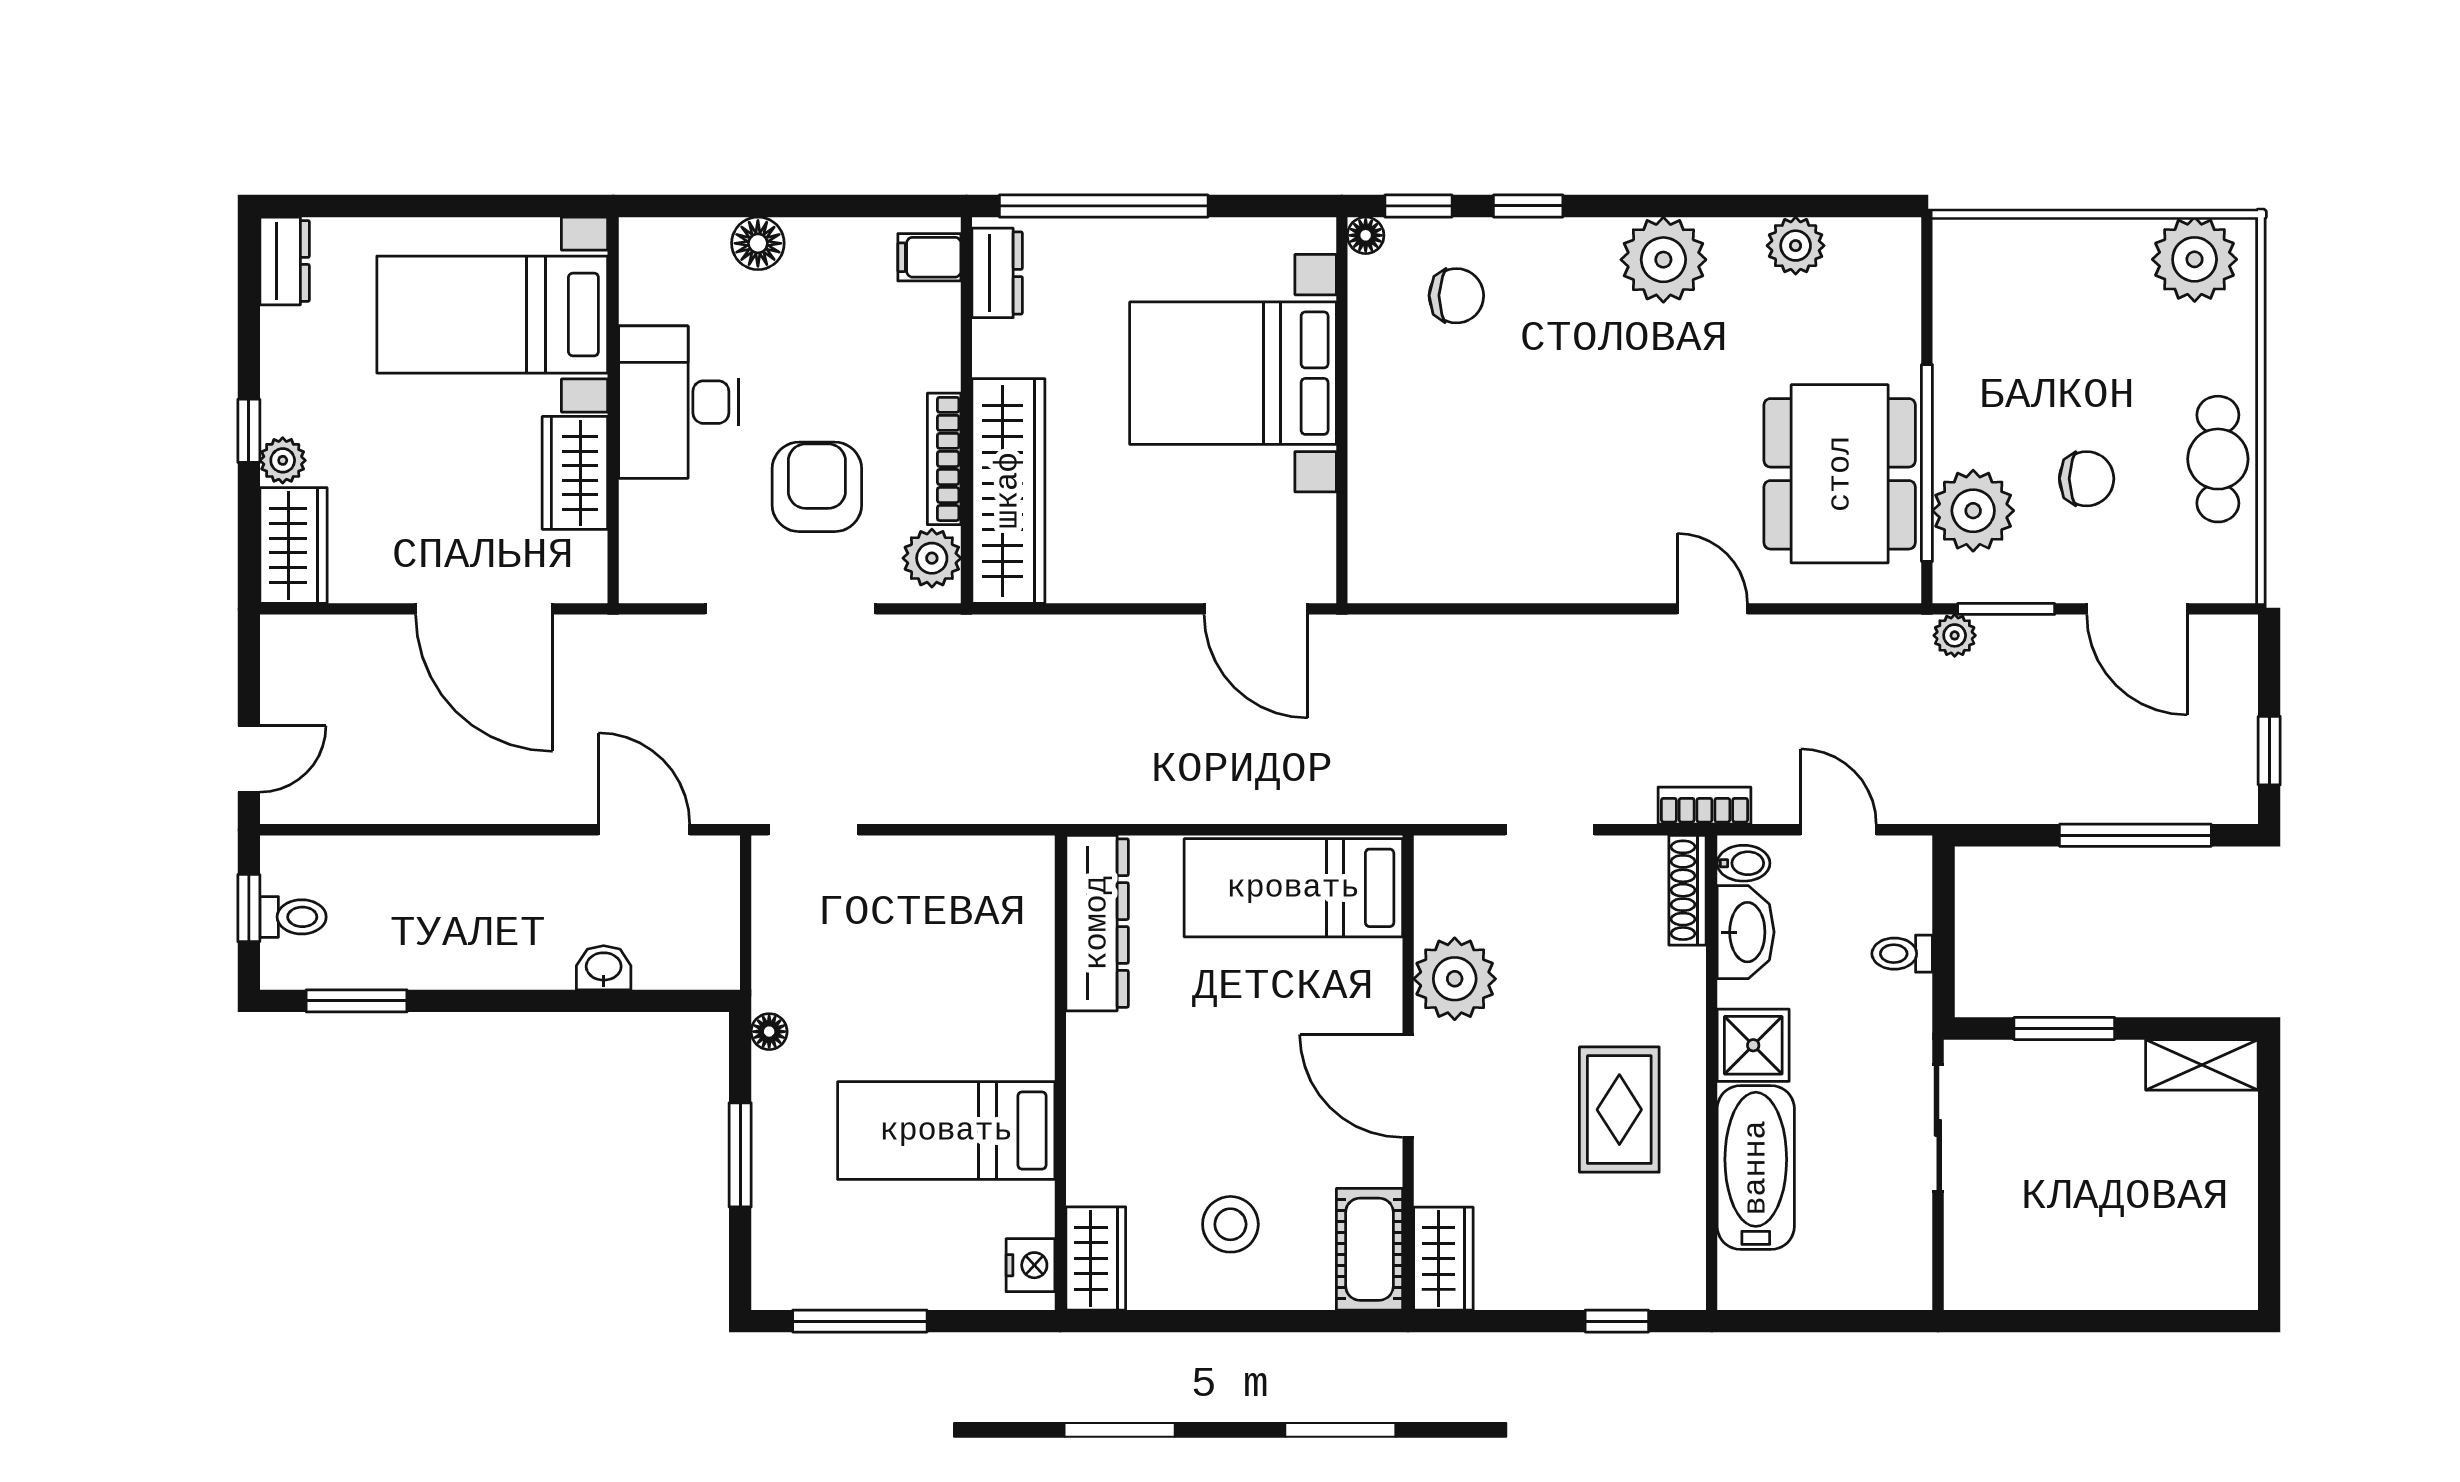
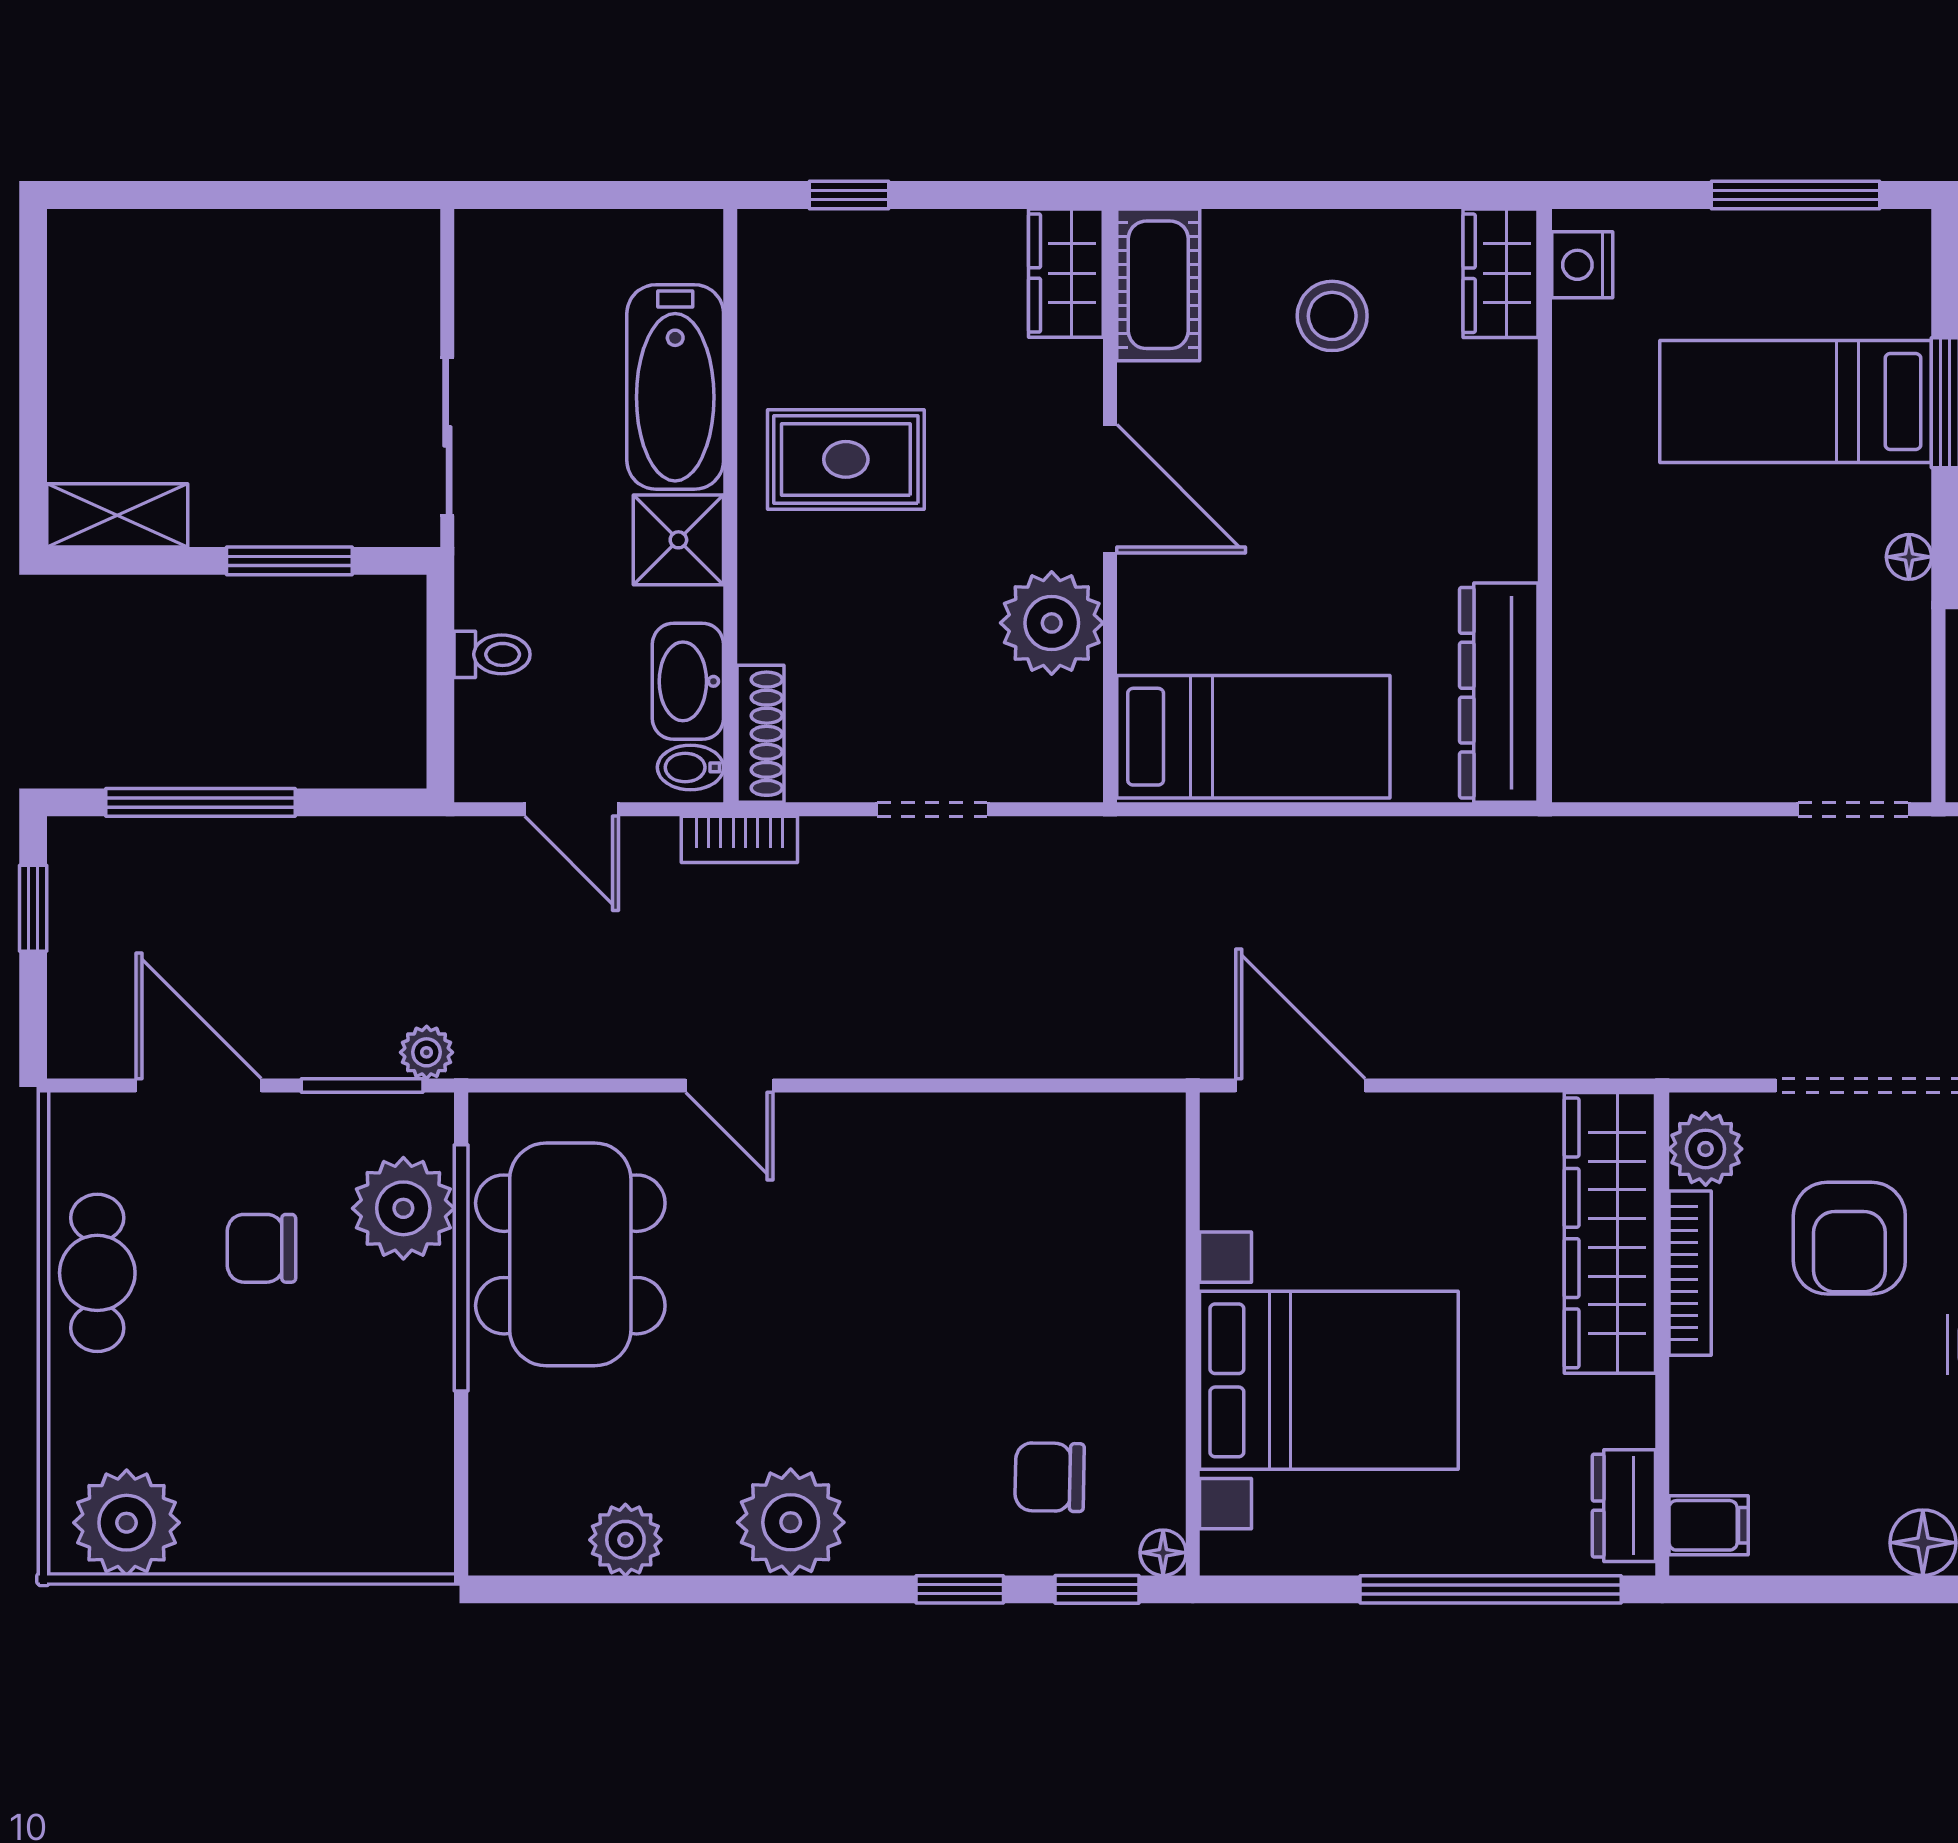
rug: (1619, 1110) -> (846, 459), turned 90
bed: (946, 1131) -> (1796, 402), moved, turned 180

